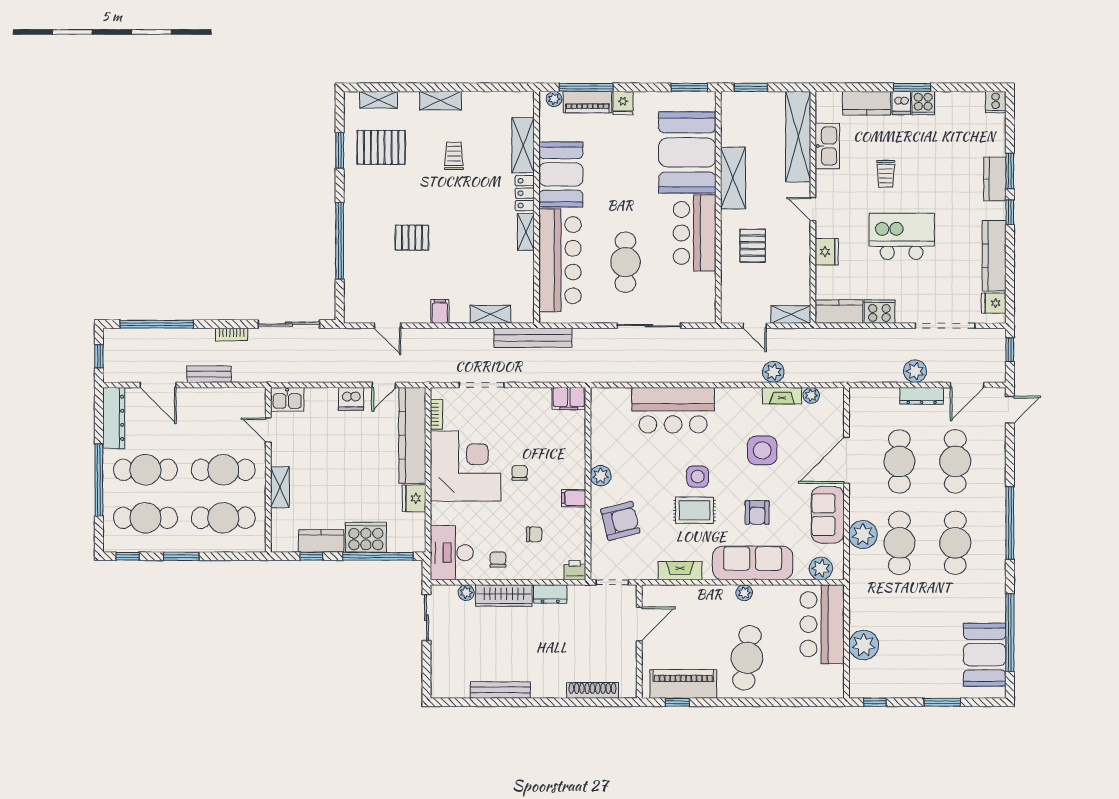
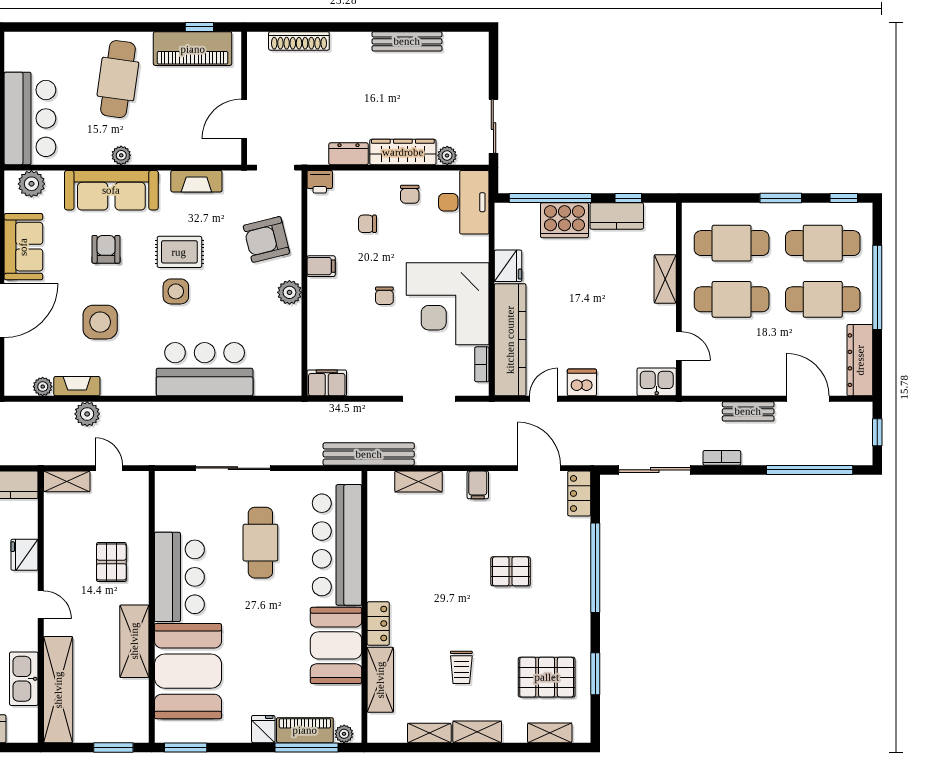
shelving: (526, 232) -> (429, 733), moved, turned 90
locker: (353, 304) -> (579, 493), added
door: (388, 326) -> (539, 468), width x1.38

